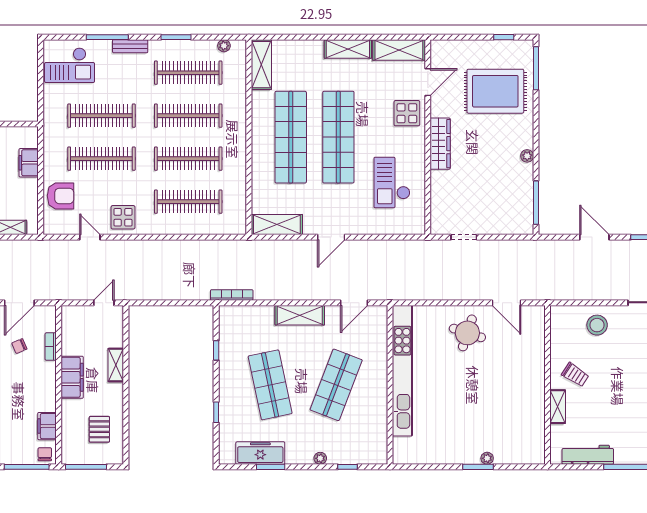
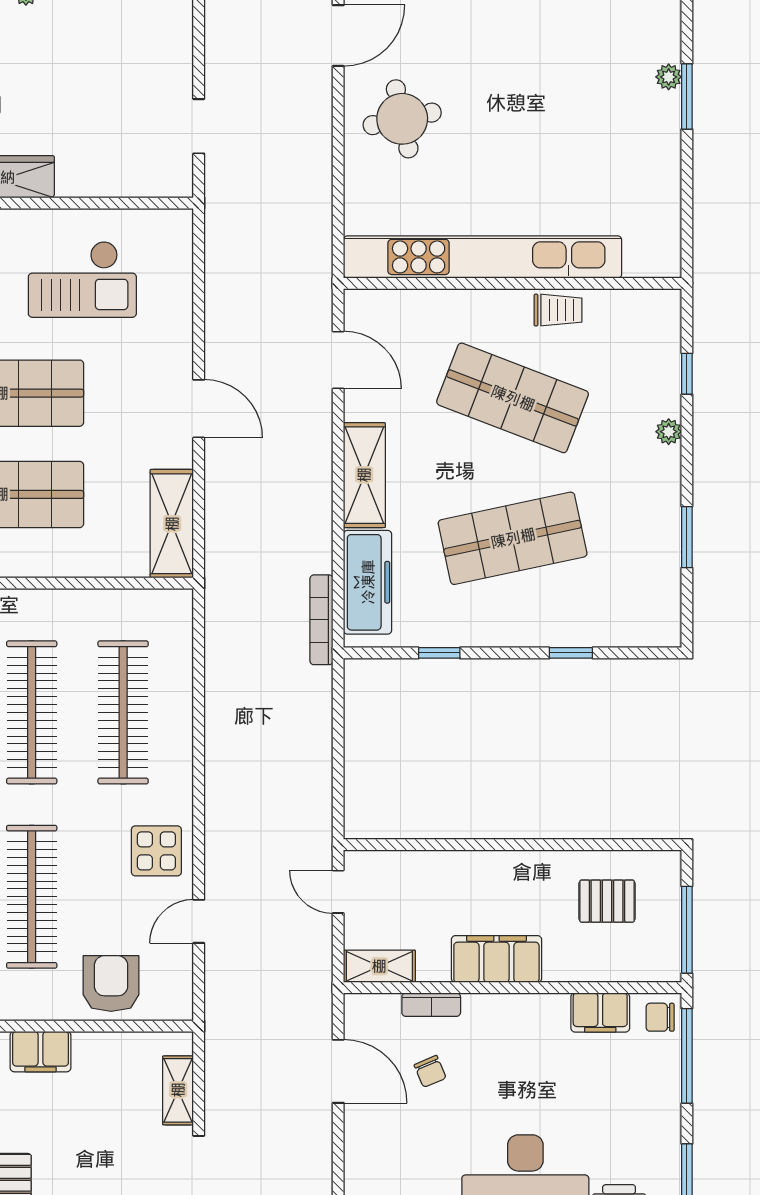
round table: (467, 333) -> (402, 119), turned -30
shelving: (116, 365) -> (379, 966), moved
trolley: (377, 406) -> (558, 310), added
freezer: (260, 453) -> (368, 582), moved, turned 180

